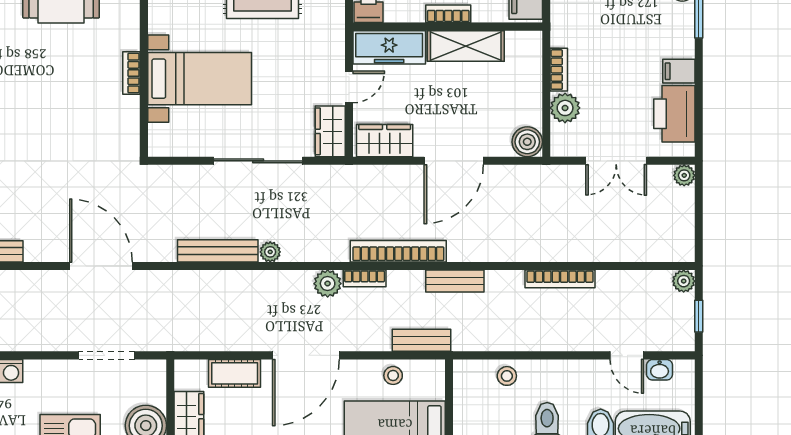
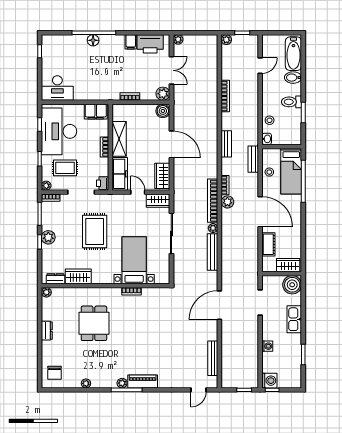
plant: (565, 108) -> (163, 94), moved
bookcase: (398, 251) -> (213, 201), moved
washbasin: (660, 370) -> (267, 139), moved

